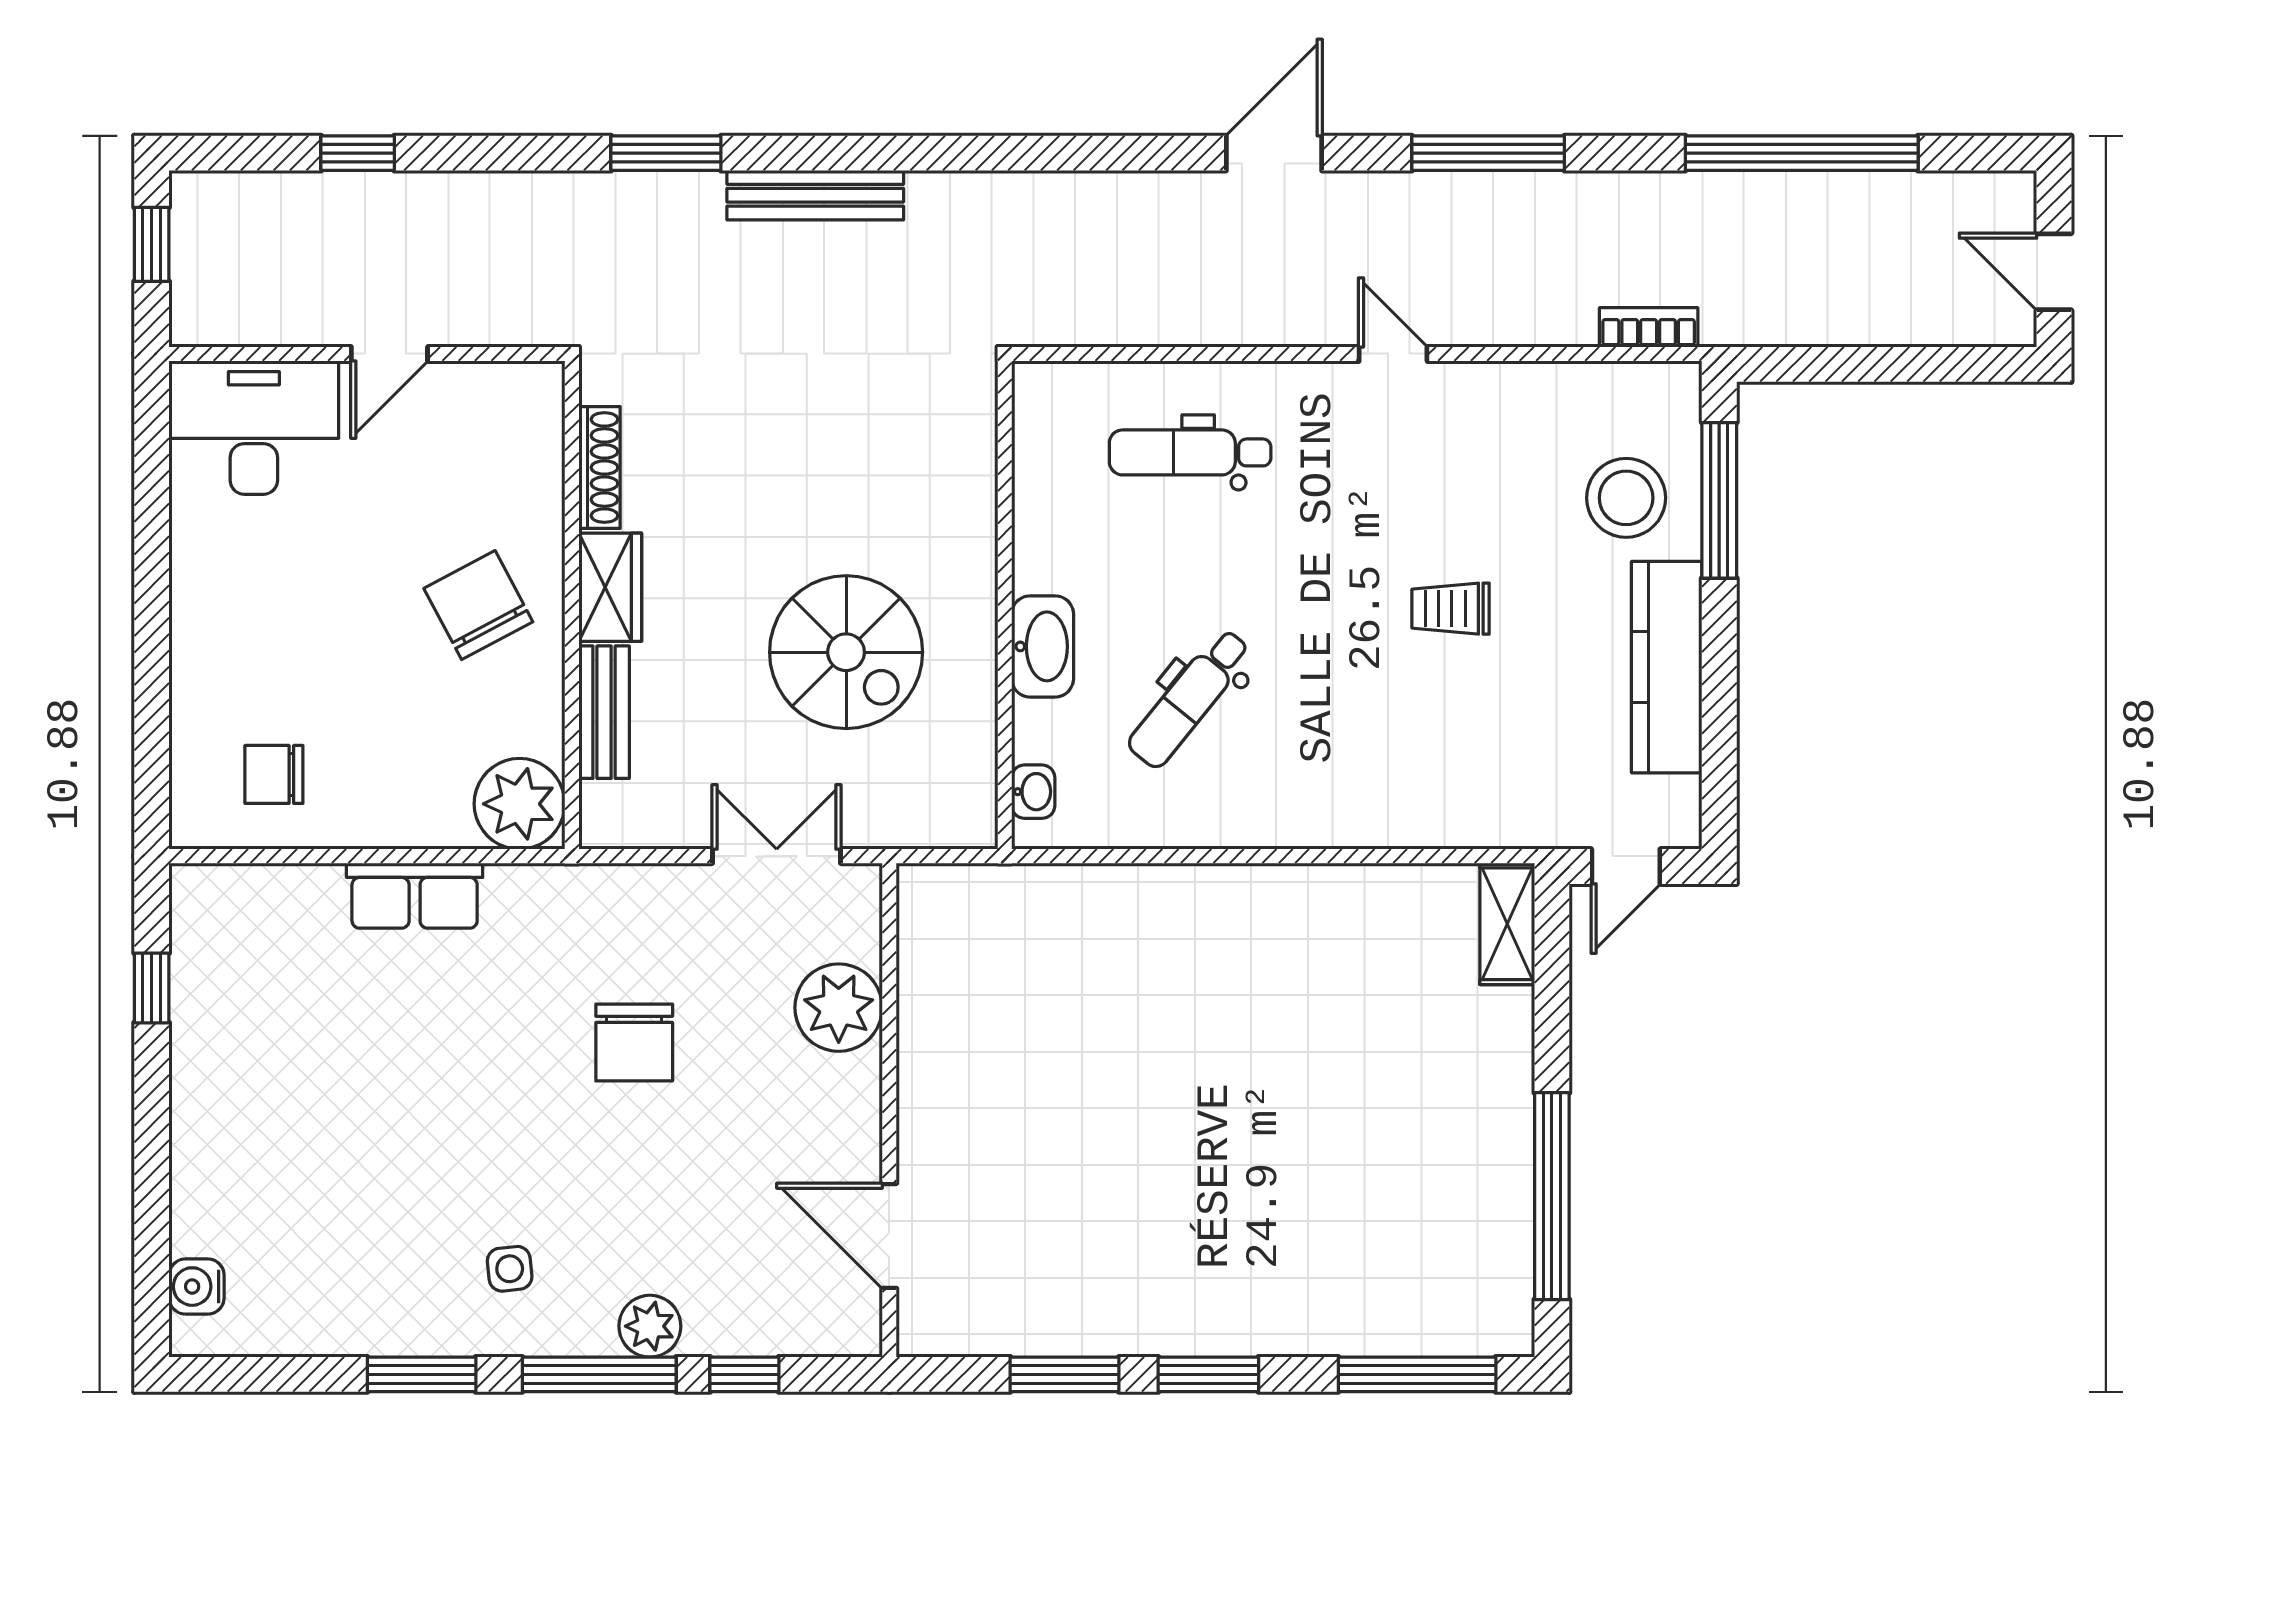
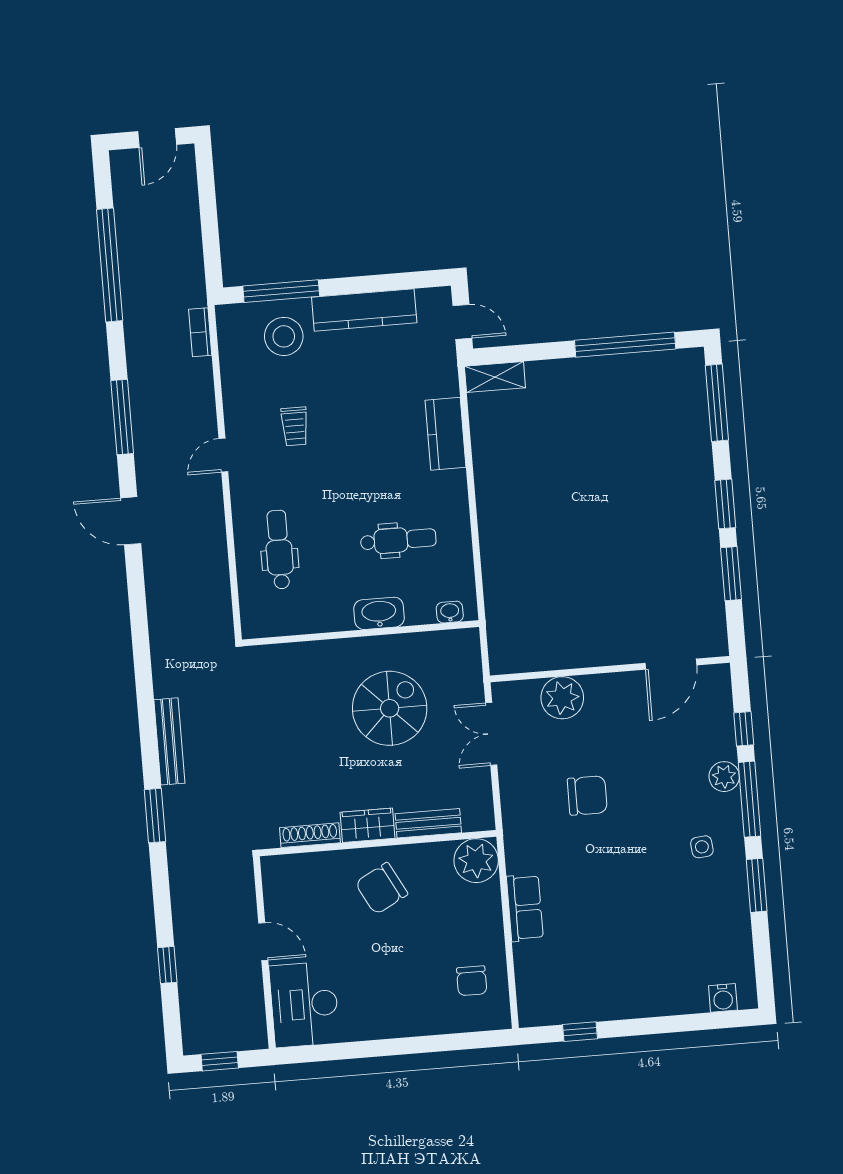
dental chair: (1190, 452) -> (279, 550), turned 180
trolley: (1451, 609) -> (295, 426), moved
dental chair: (1189, 698) -> (398, 540), turned -39
kitchen counter: (1399, 813) -> (445, 434), added

